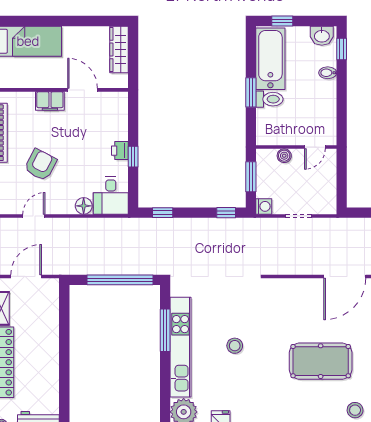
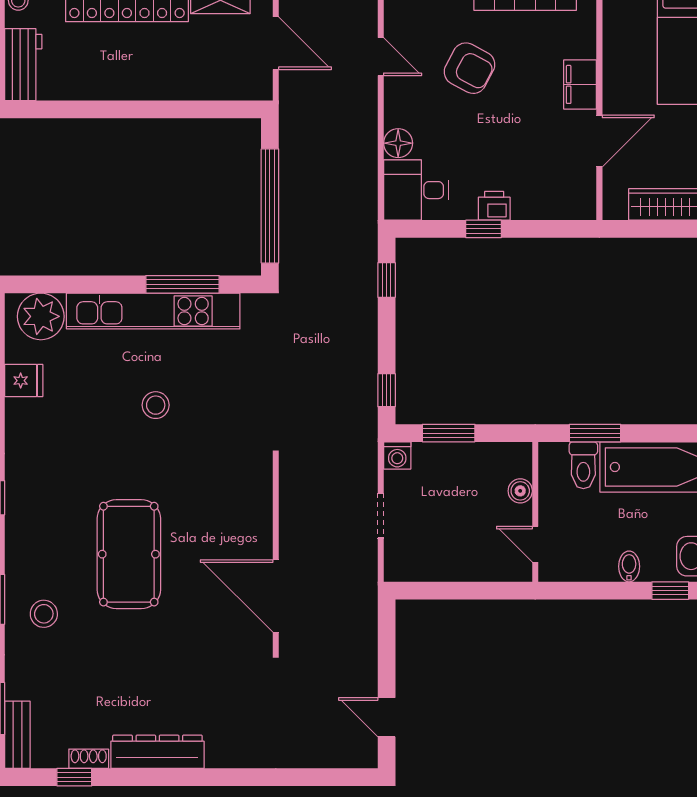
wall: (296, 147) -> (535, 512), moved
door: (315, 147) -> (535, 544), moved
boiler: (284, 156) -> (520, 491), moved

